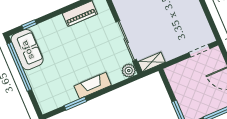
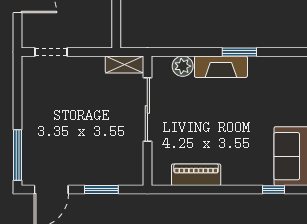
plant: (129, 71) -> (183, 66), moved
window: (75, 103) -> (239, 52), moved

